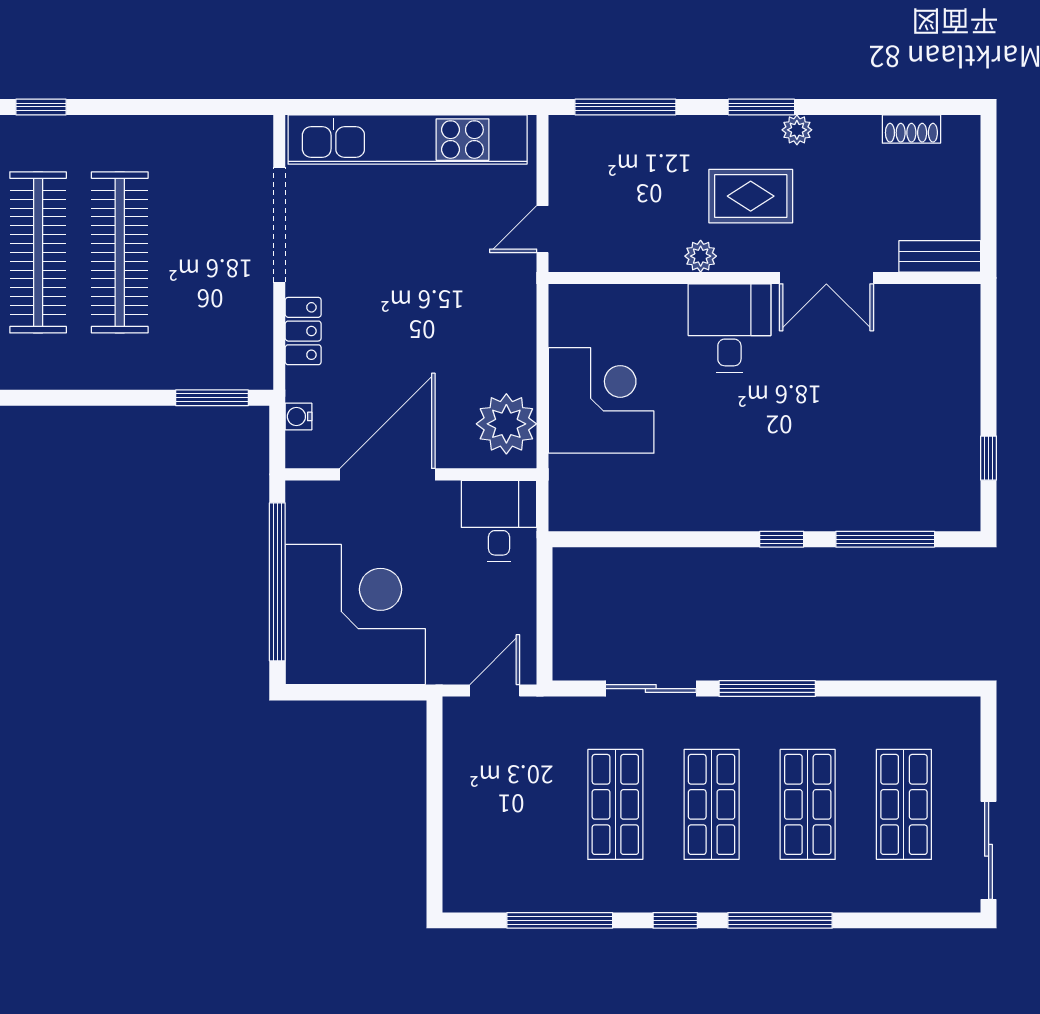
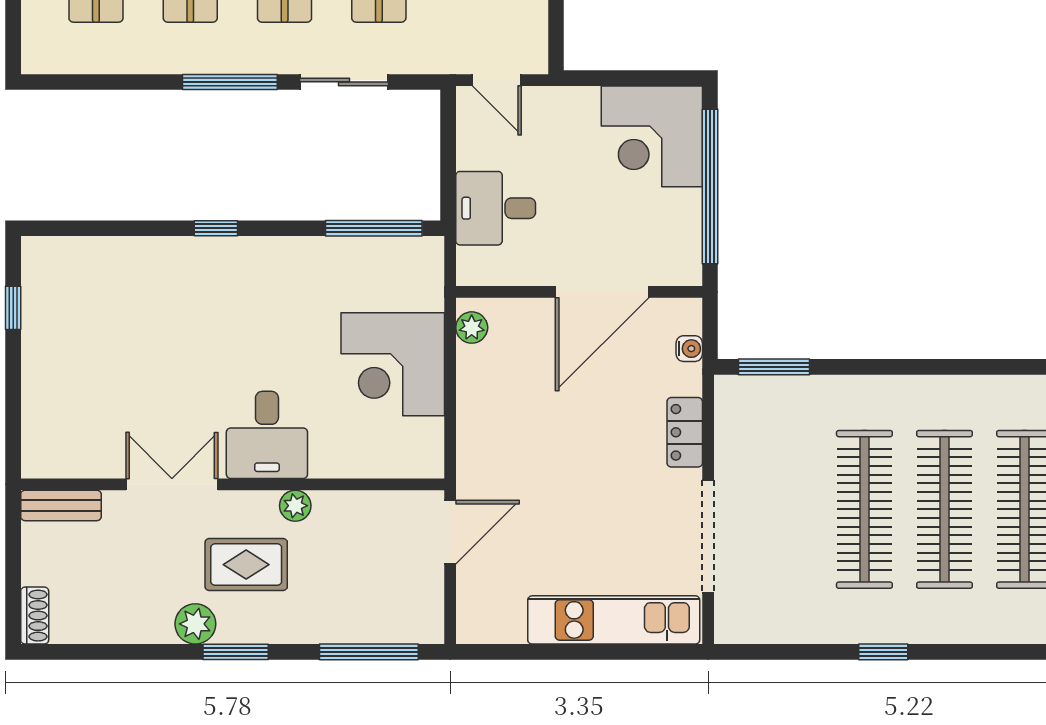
window: (41, 107) -> (883, 652), moved
shoe rack: (911, 129) -> (35, 616), moved, turned 90
plant: (797, 130) -> (195, 624), width x1.38, depth x1.38
kitchen unit: (408, 140) -> (614, 620), width x0.73
door: (543, 229) -> (450, 532), width x1.38
plant: (506, 424) -> (472, 328), width x0.53, depth x0.53
desk: (499, 521) -> (496, 208), moved, turned 90
window: (885, 539) -> (374, 228), moved
corner desk: (355, 615) -> (652, 136), width x0.74, depth x0.74
door: (495, 691) -> (497, 80), hinge flipped

